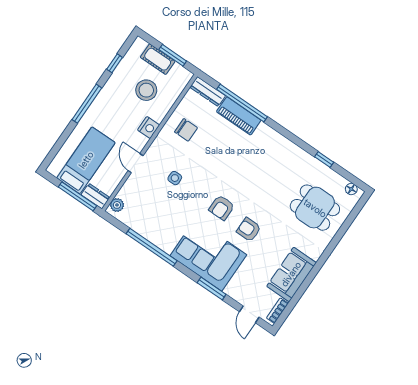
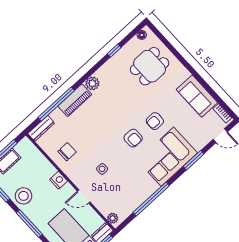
stool: (146, 90) -> (23, 196), moved
piano: (239, 116) -> (75, 100), moved
plant: (278, 142) -> (92, 83), added

